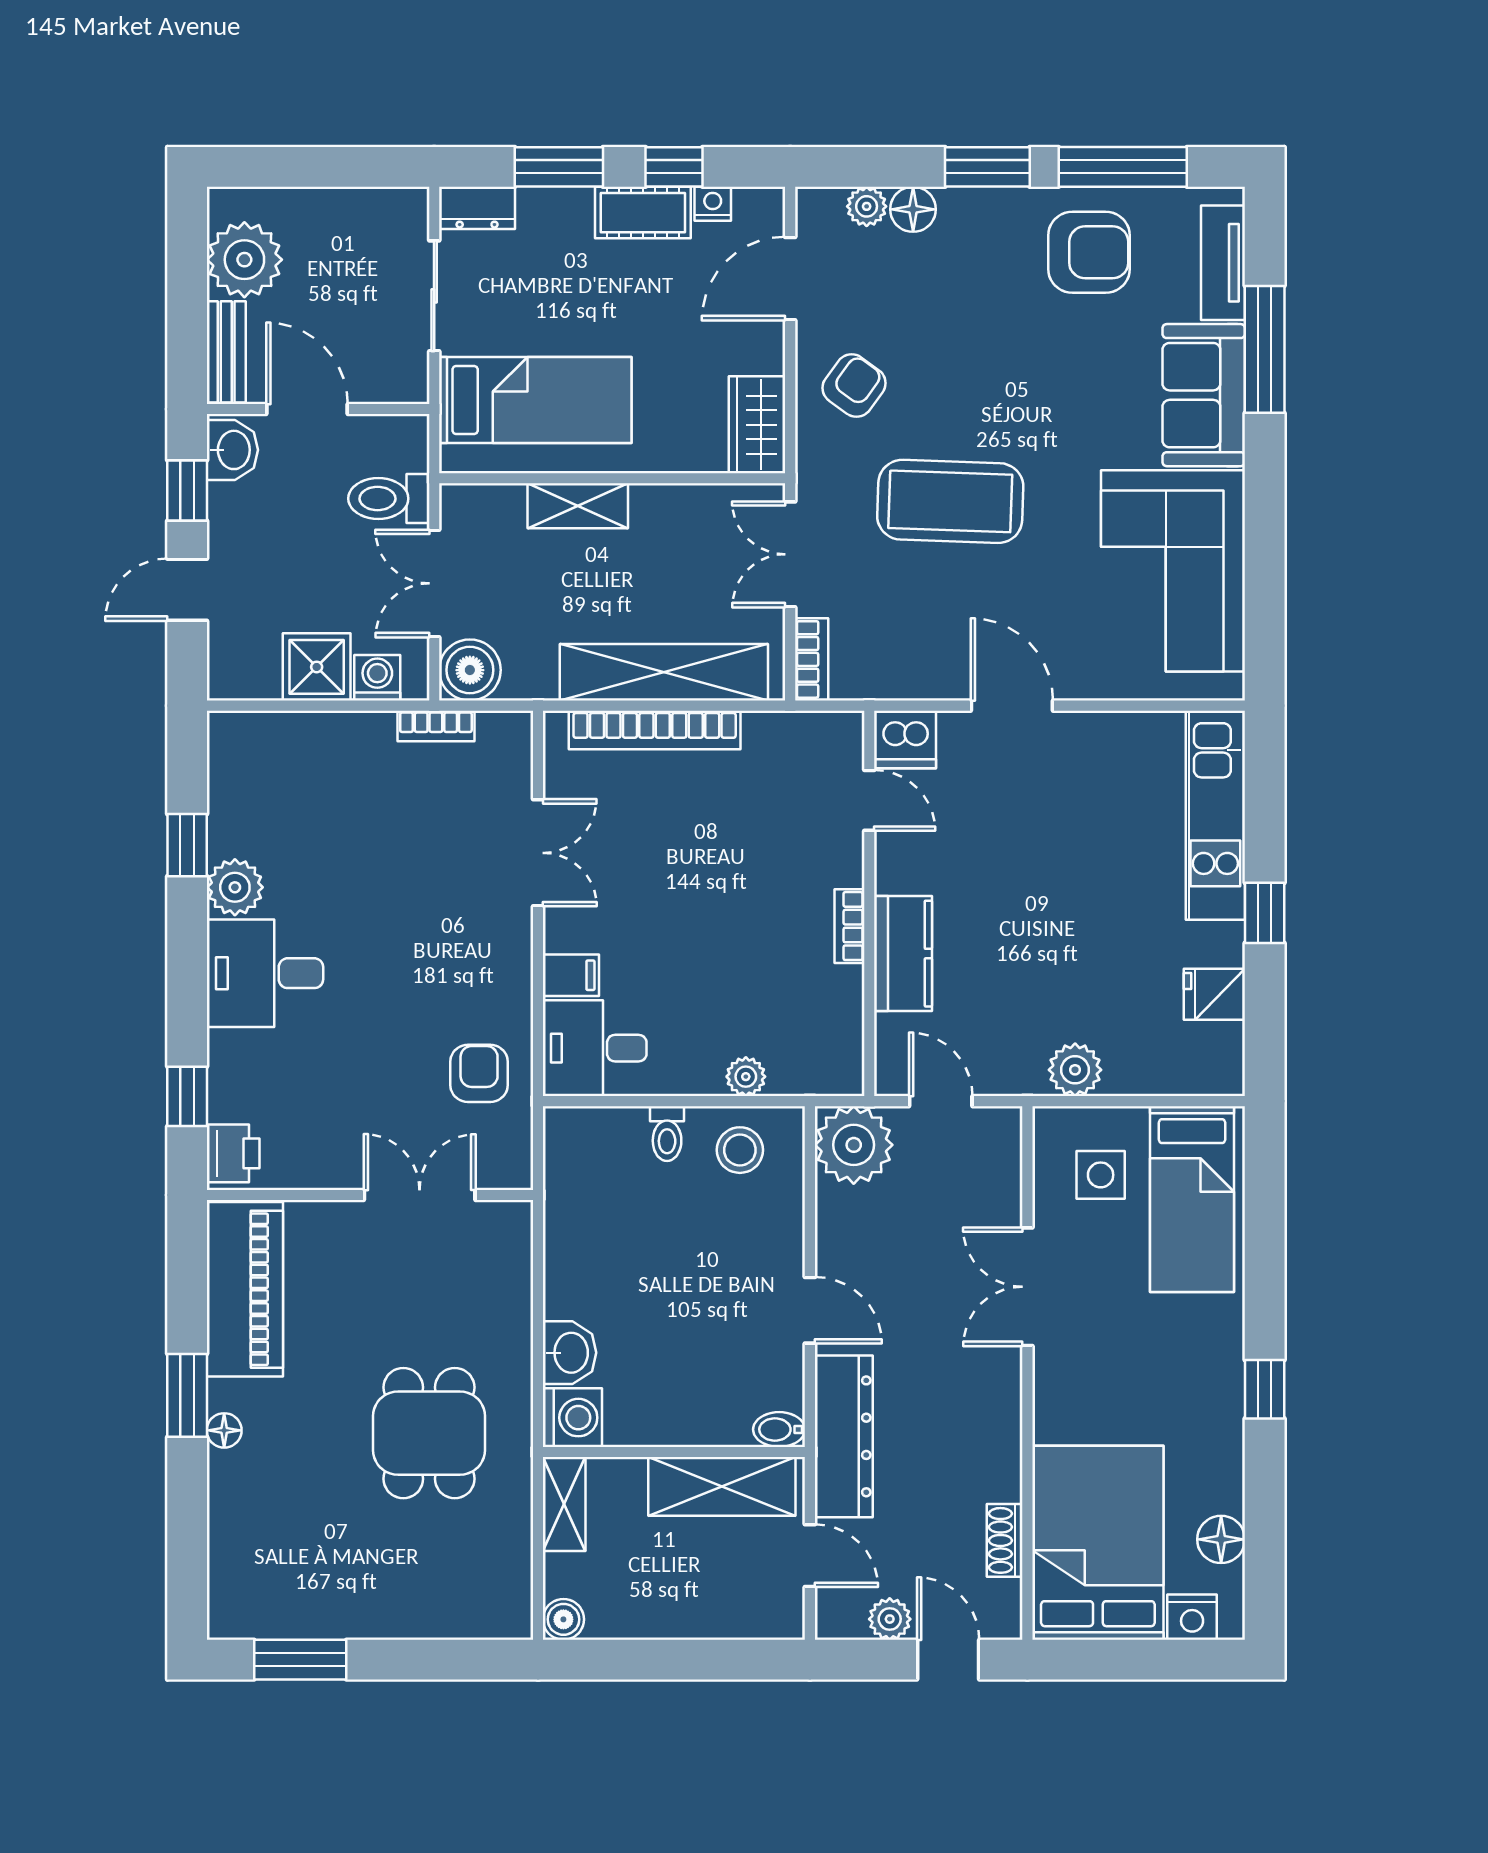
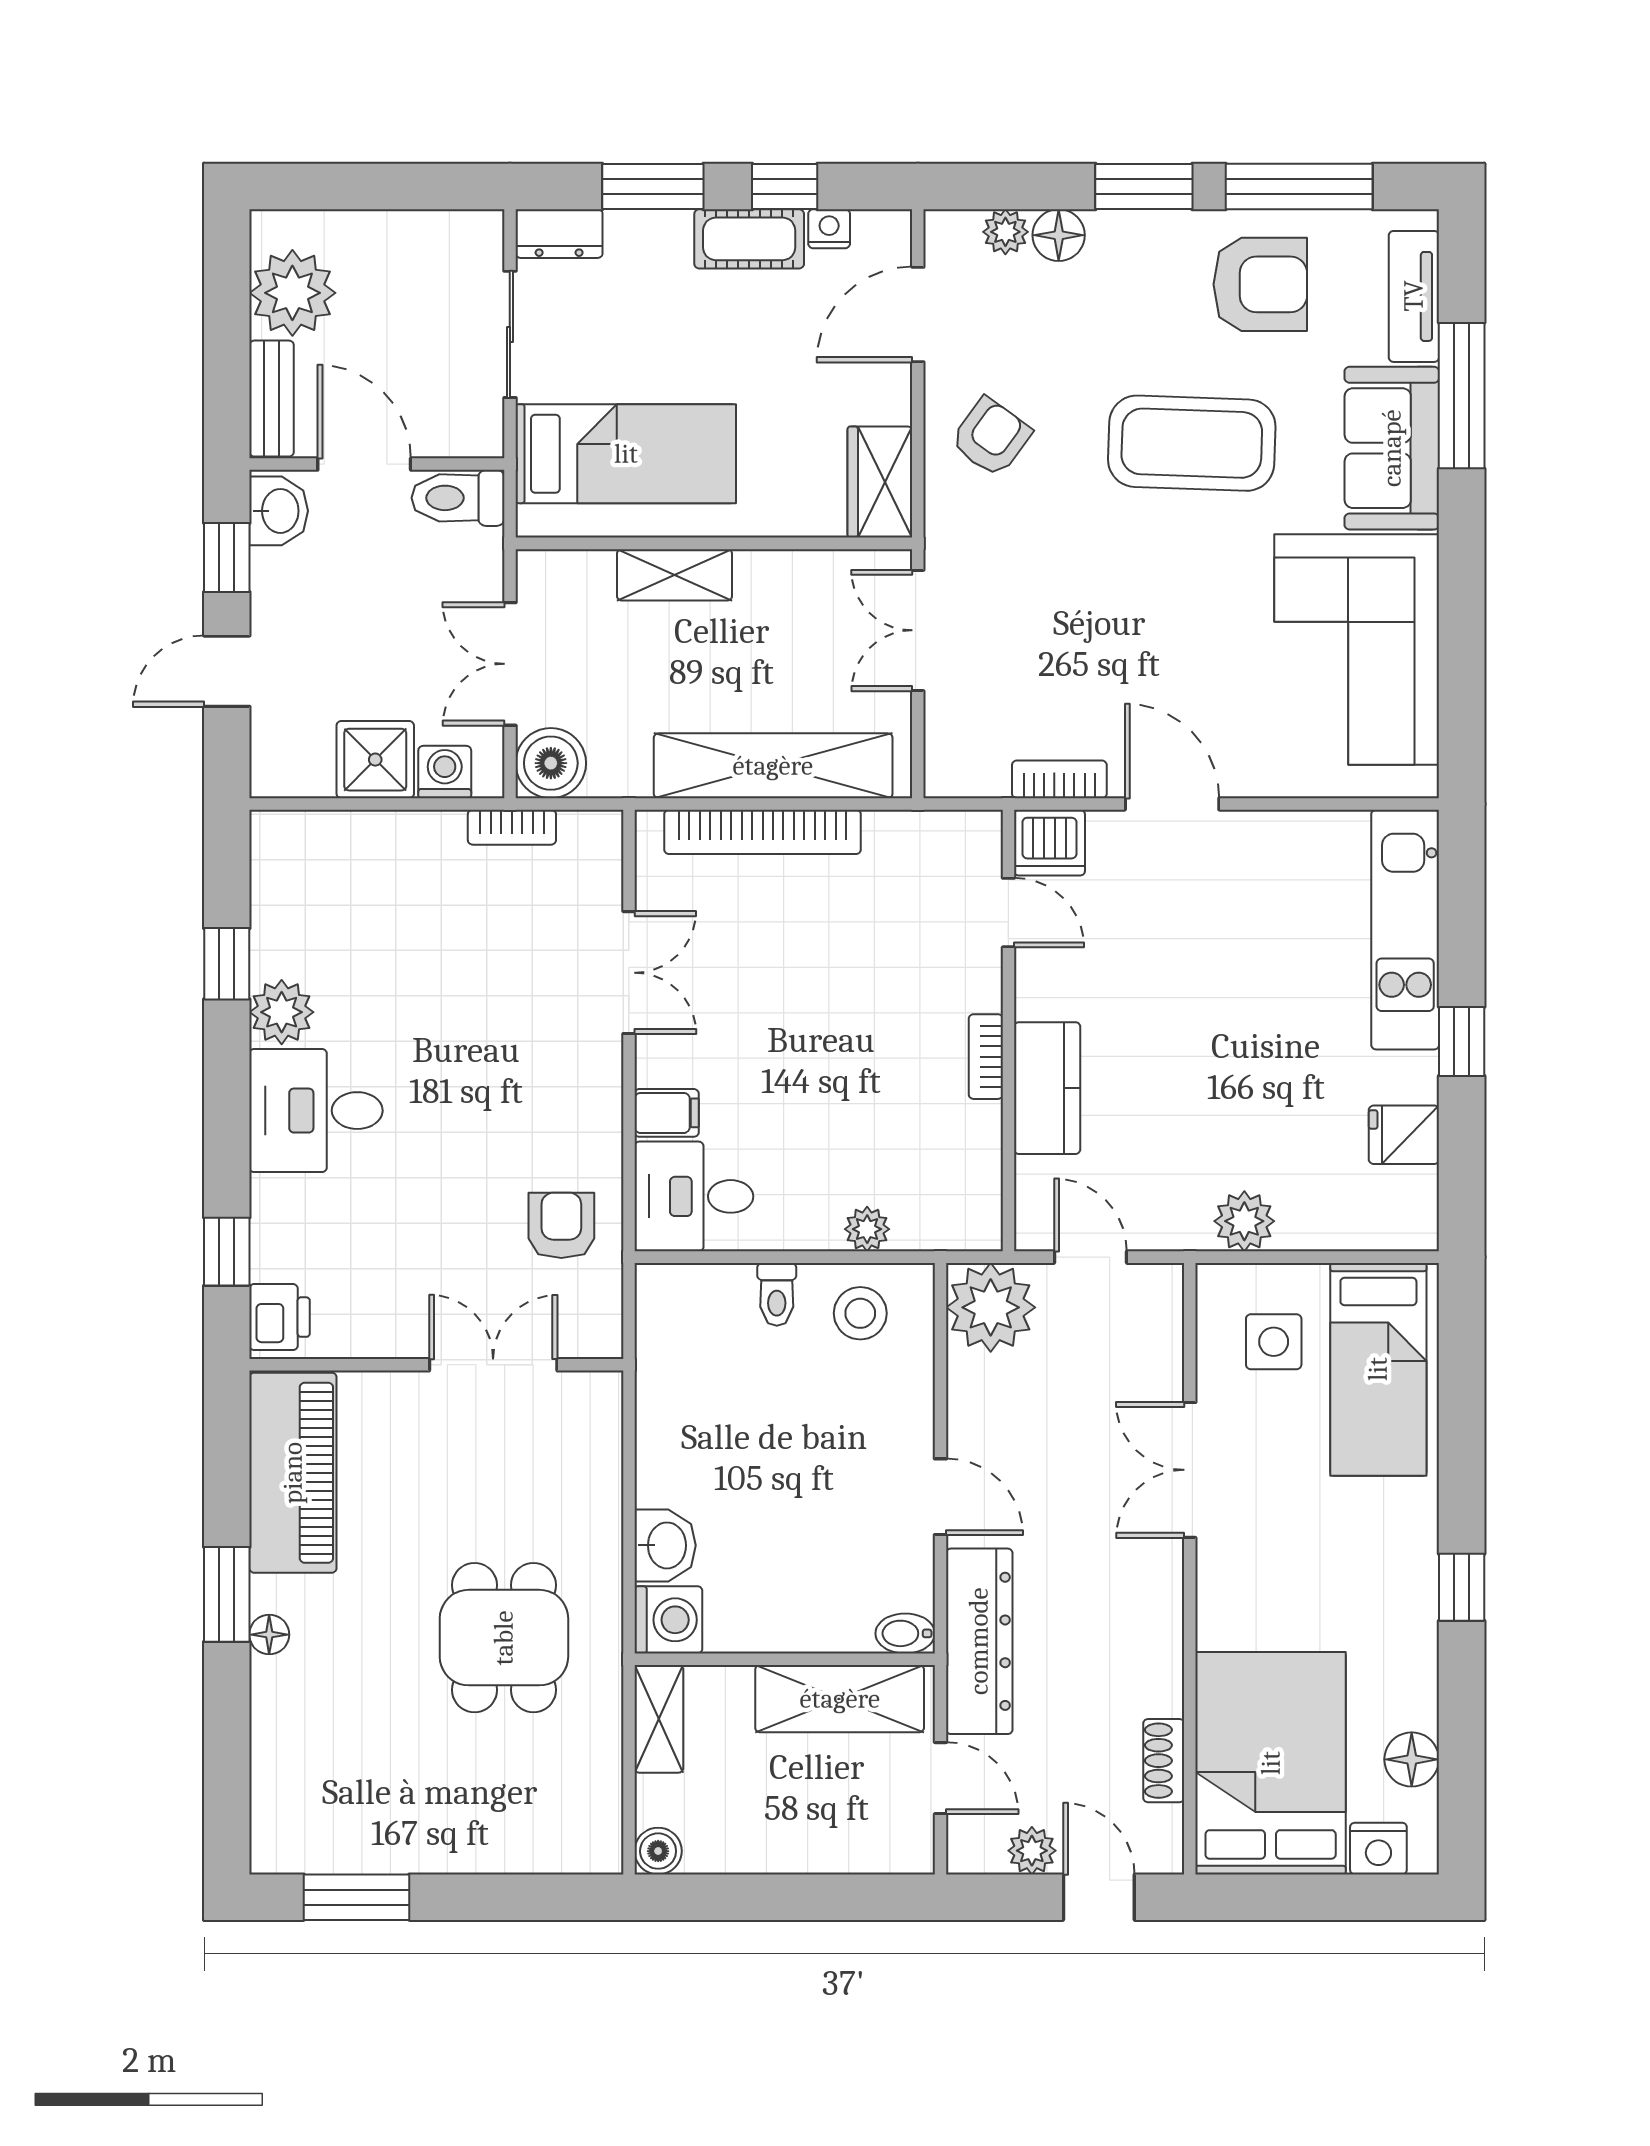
toilet: (389, 499) -> (458, 498), moved
coffee table: (950, 501) -> (1192, 443), moved
bookcase: (812, 659) -> (1059, 779), moved, turned -90

